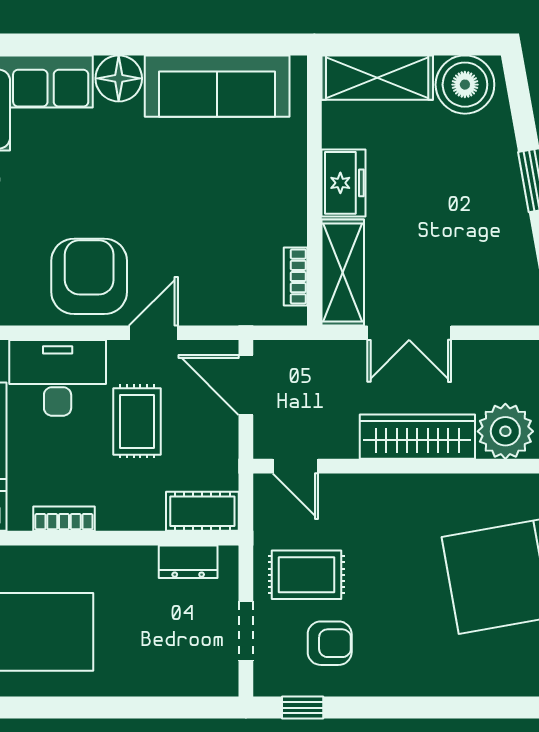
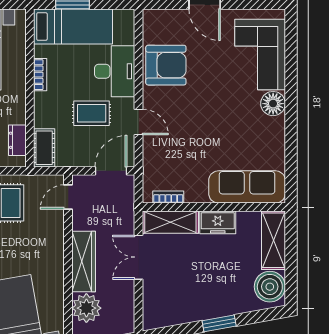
sofa: (217, 86) -> (247, 187), moved, turned 90
armchair: (89, 276) -> (166, 65), moved

